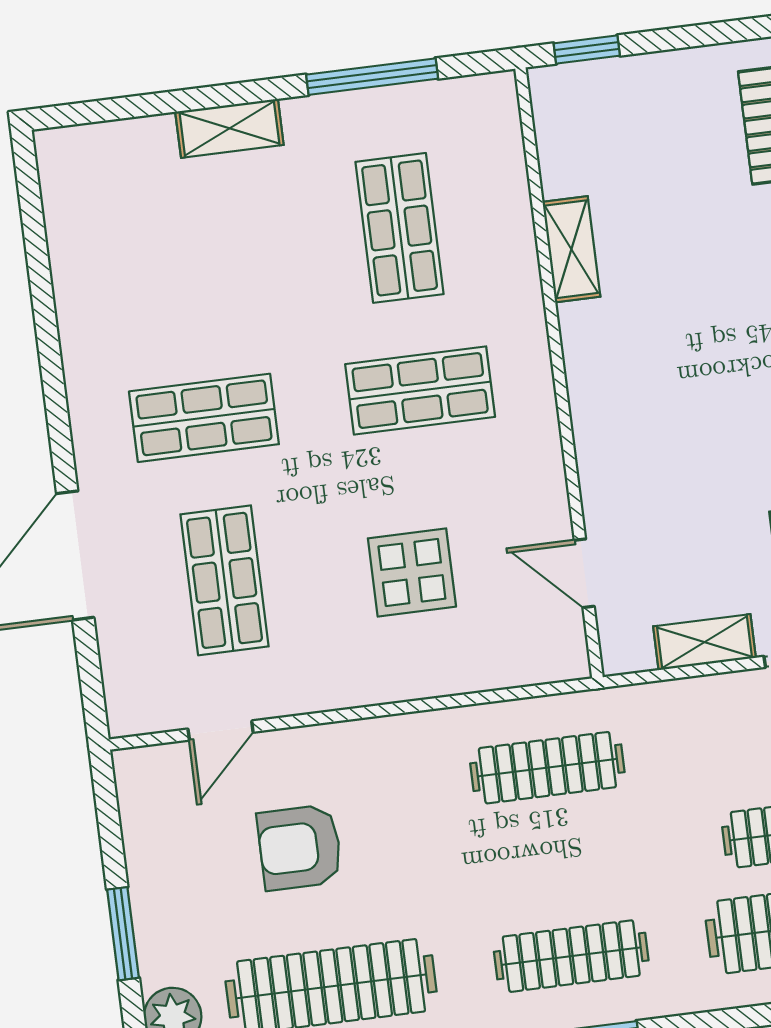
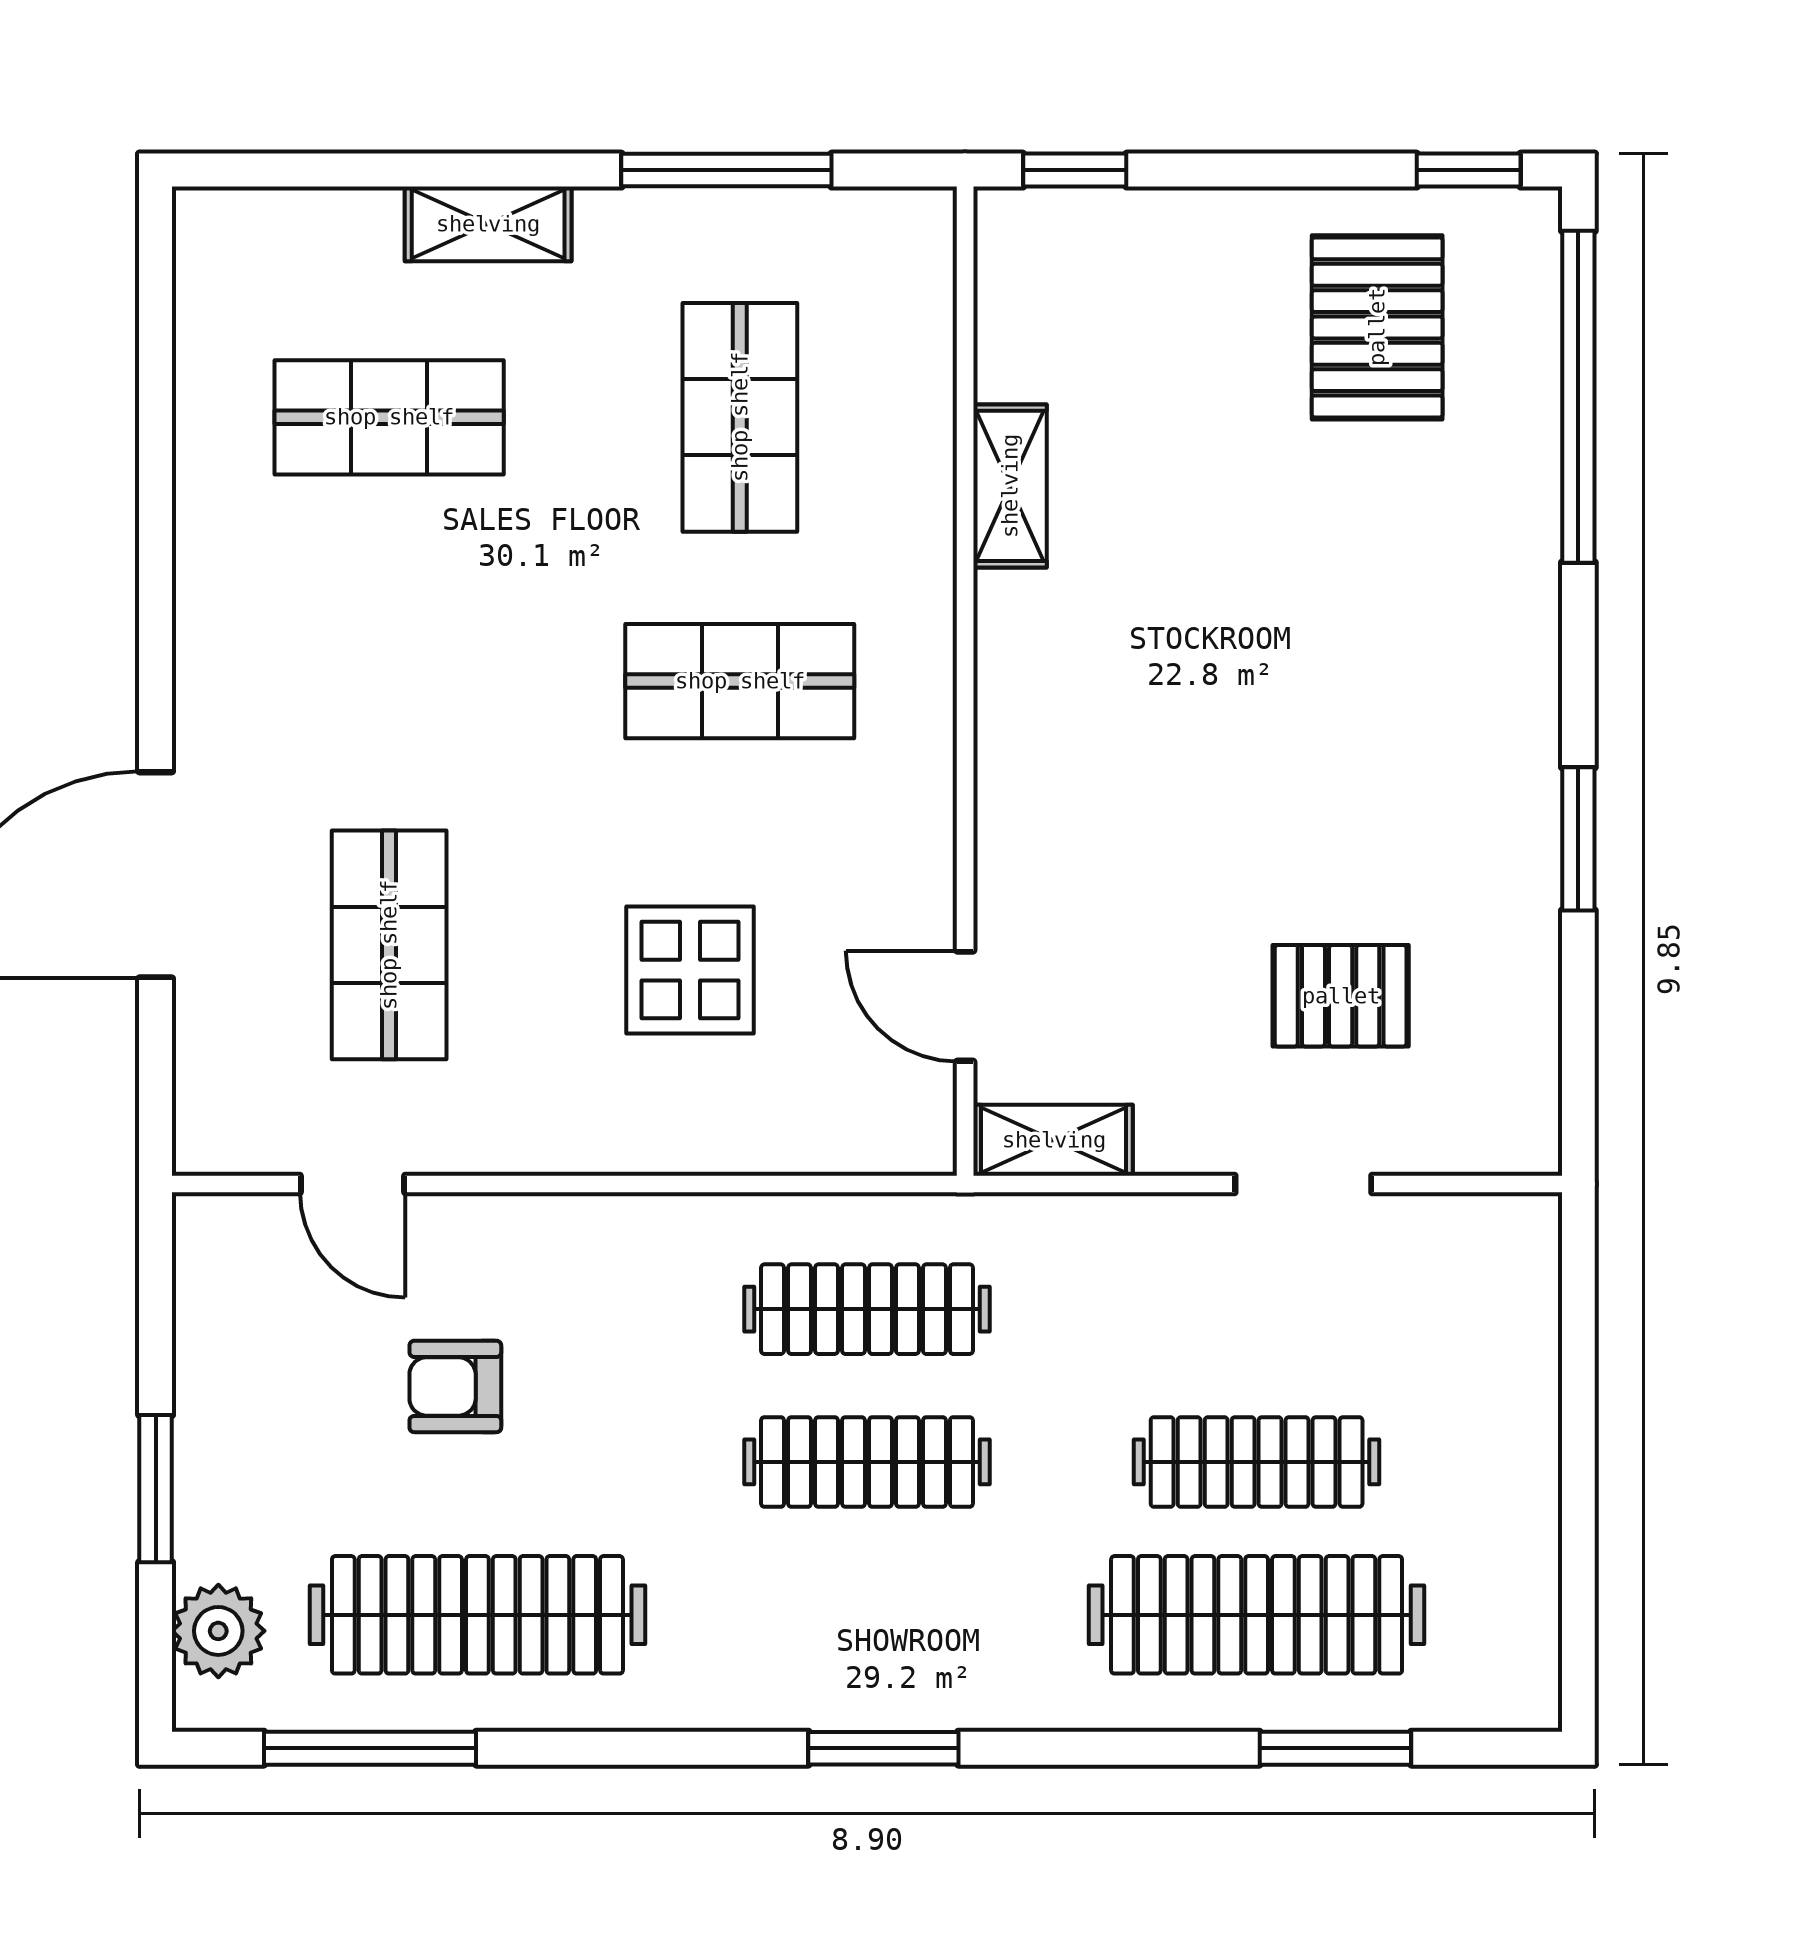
shop shelf: (204, 418) -> (389, 417), moved
shelving: (705, 642) -> (1054, 1140), moved
door: (221, 731) -> (353, 1184), hinge flipped
armchair: (300, 847) -> (455, 1386), width x0.72, depth x0.72
clothes rail: (571, 956) -> (867, 1462), moved

